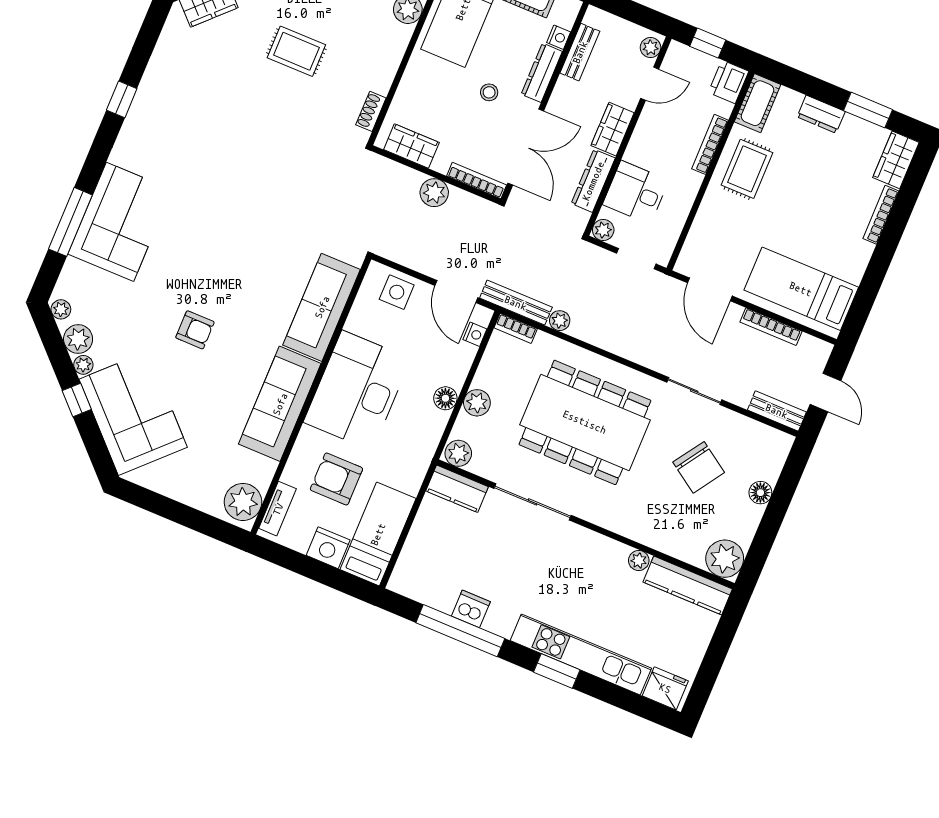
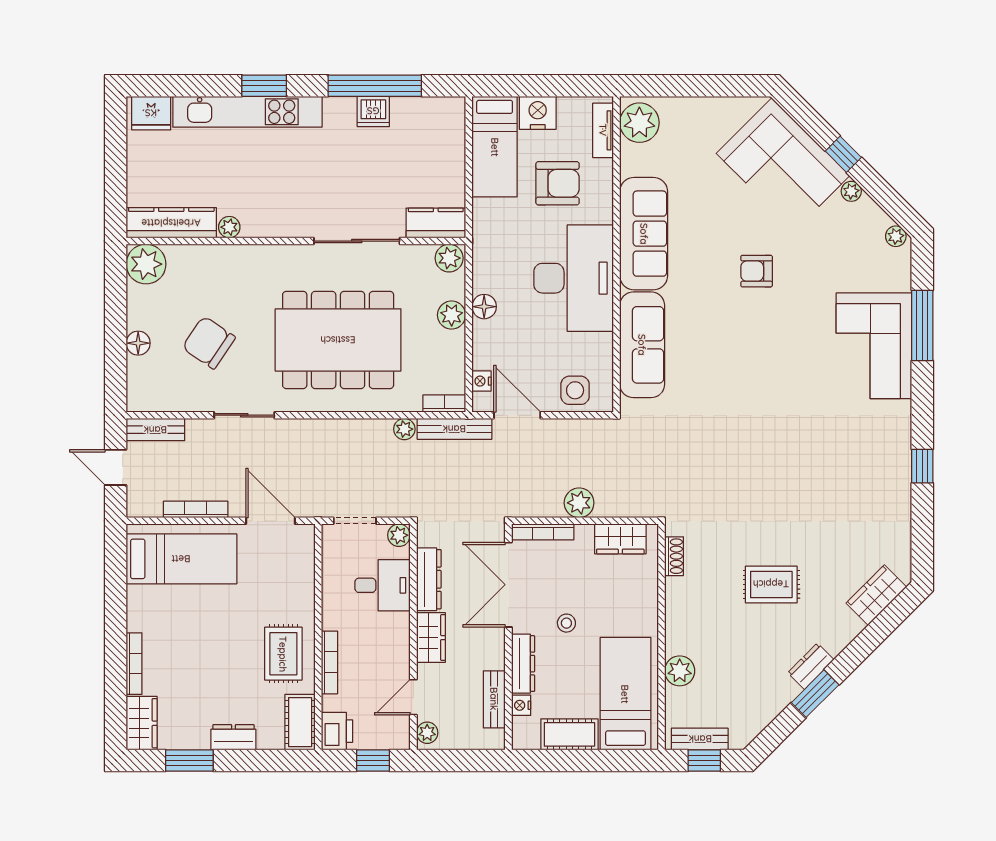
plant: (78, 339) -> (867, 214), removed

